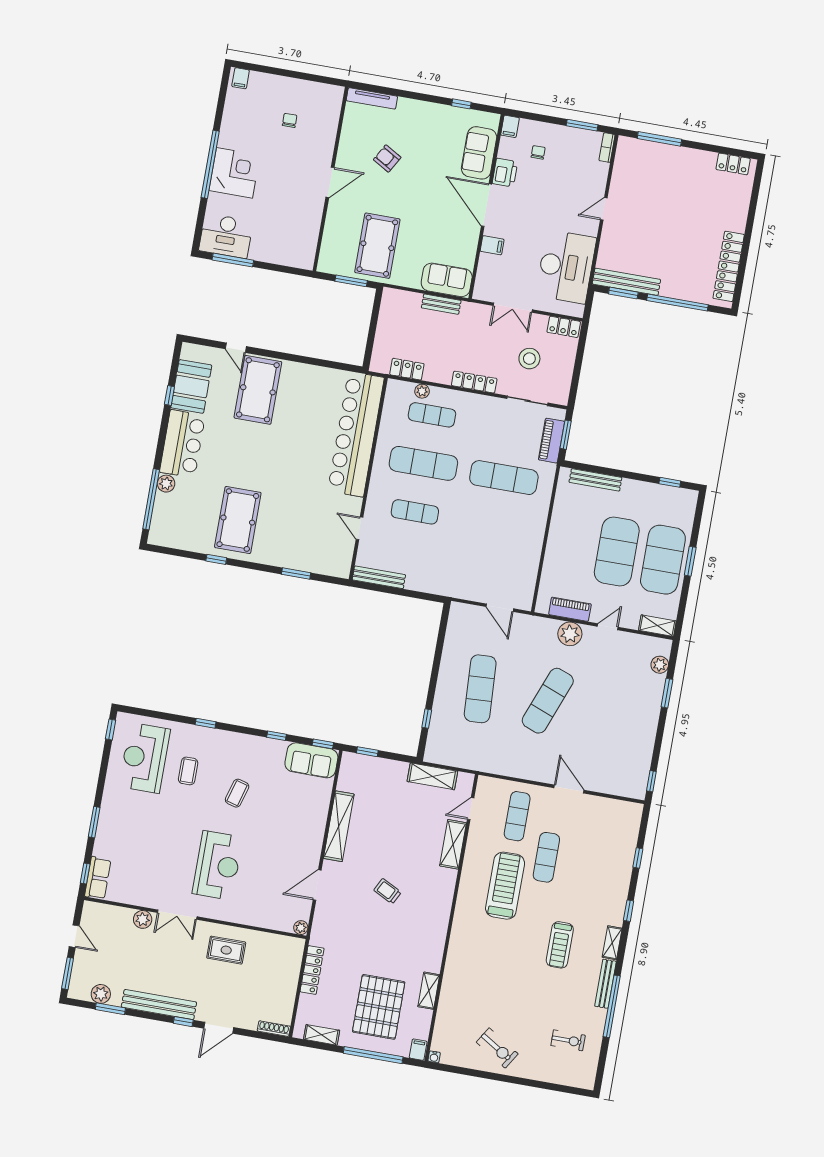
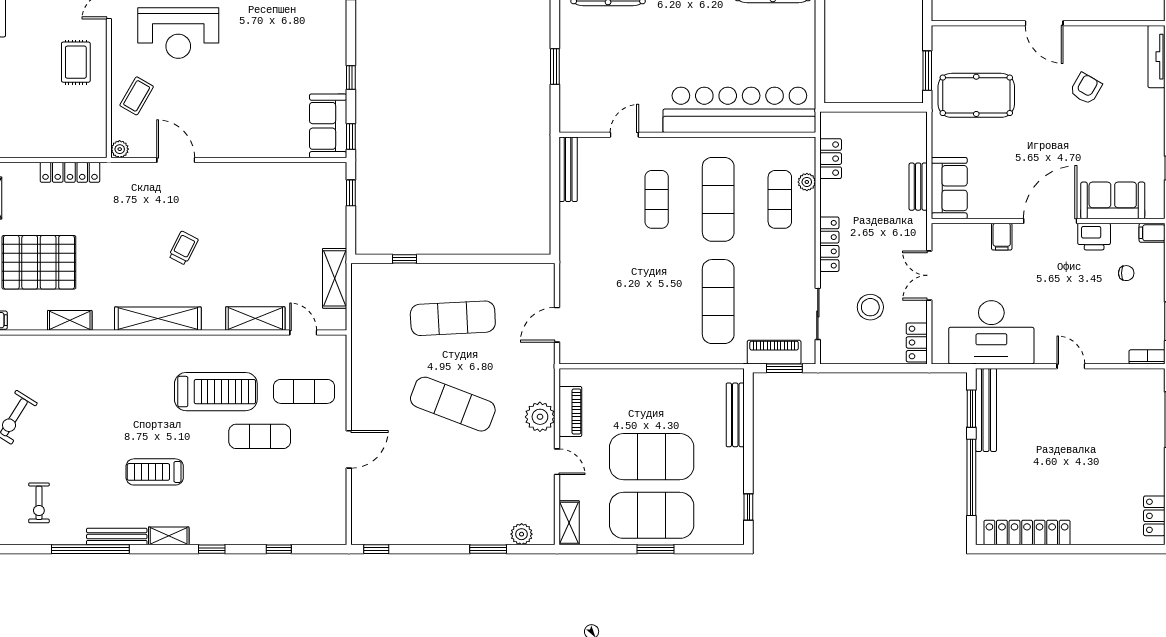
coffee table: (237, 793) -> (137, 96), moved, turned -76
shelving: (339, 826) -> (158, 319), moved

